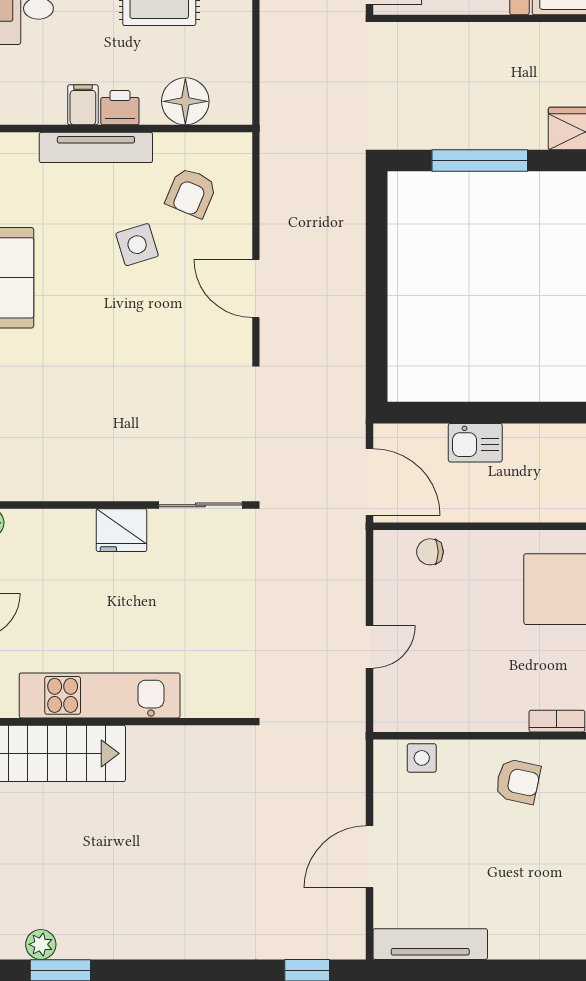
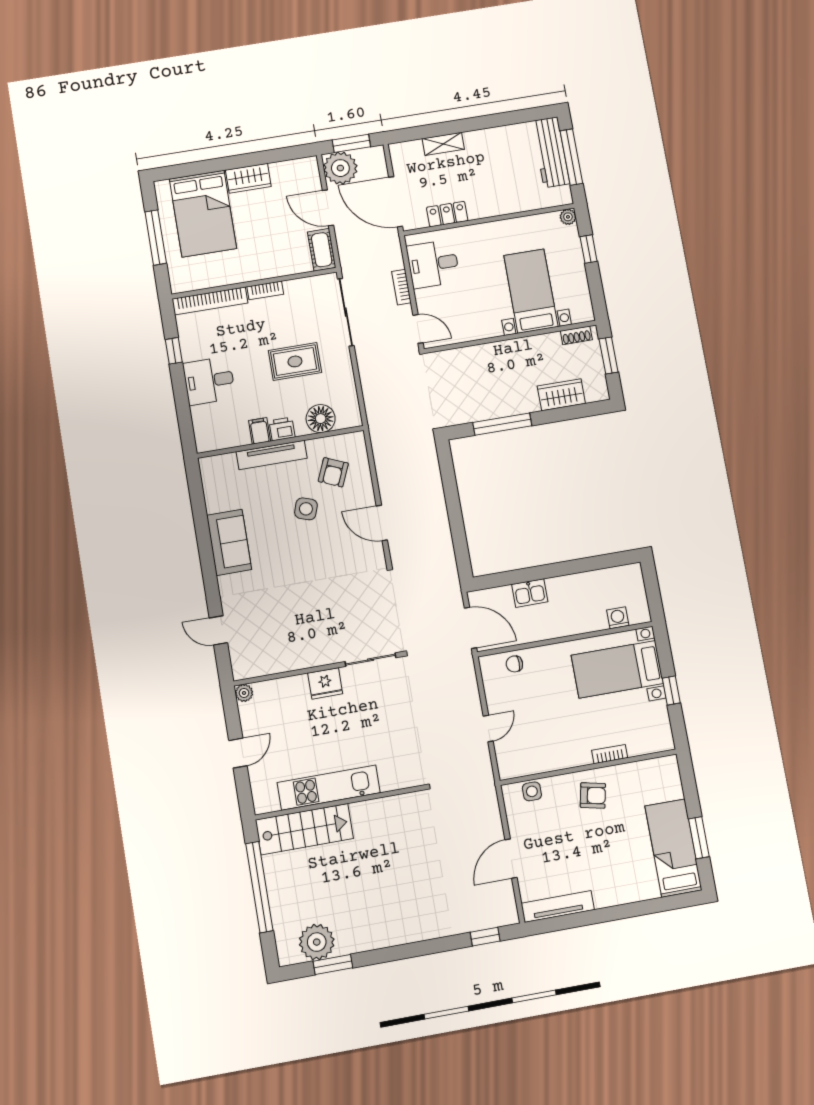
side table: (137, 245) -> (306, 509), turned 36
plant: (41, 944) -> (317, 942), width x1.87, depth x1.87

